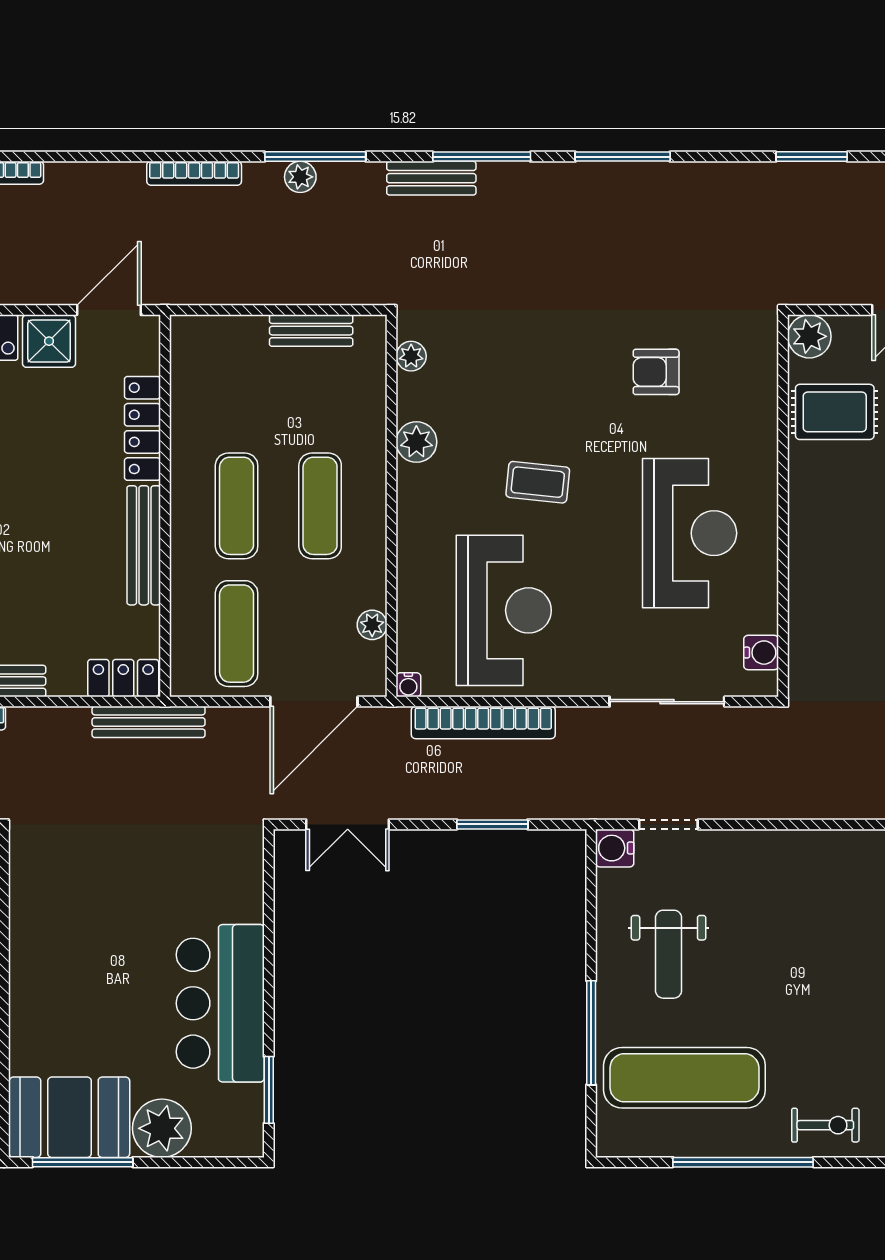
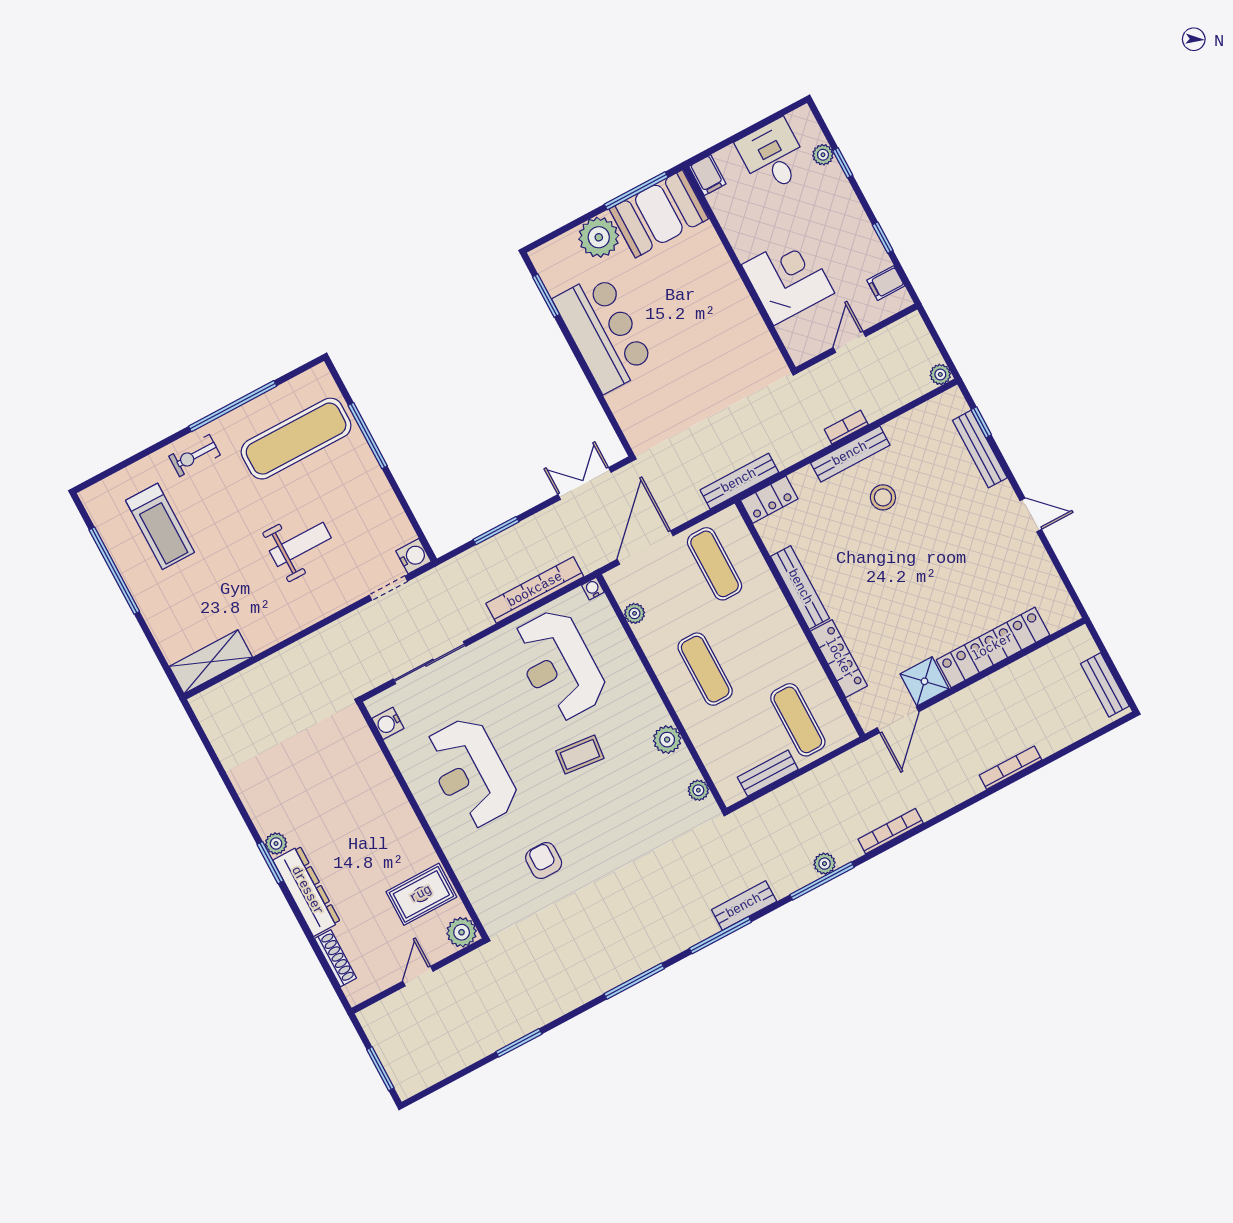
armchair: (656, 372) -> (544, 860), turned -90
exercise mat: (237, 506) -> (798, 720), moved
weight bench: (669, 954) -> (300, 544), moved, turned 90

